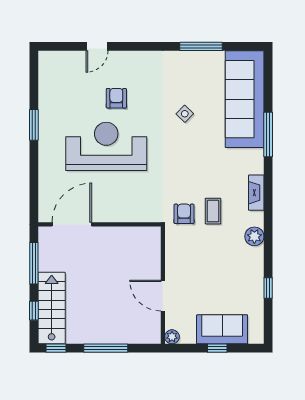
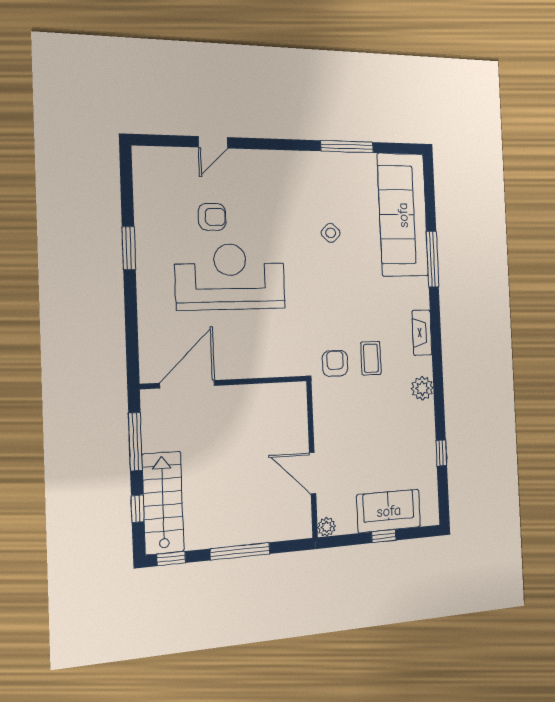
armchair: (116, 98) -> (212, 217), moved, turned 90

